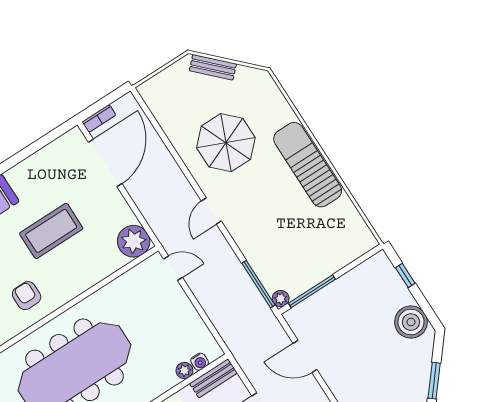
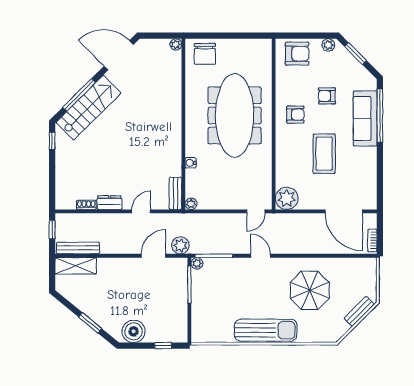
bookcase: (99, 118) -> (372, 240), moved
door: (211, 211) -> (261, 256), moved
plant: (272, 332) -> (180, 245), added
water cooler: (200, 362) -> (191, 163), moved
plant: (184, 371) -> (191, 204), moved

